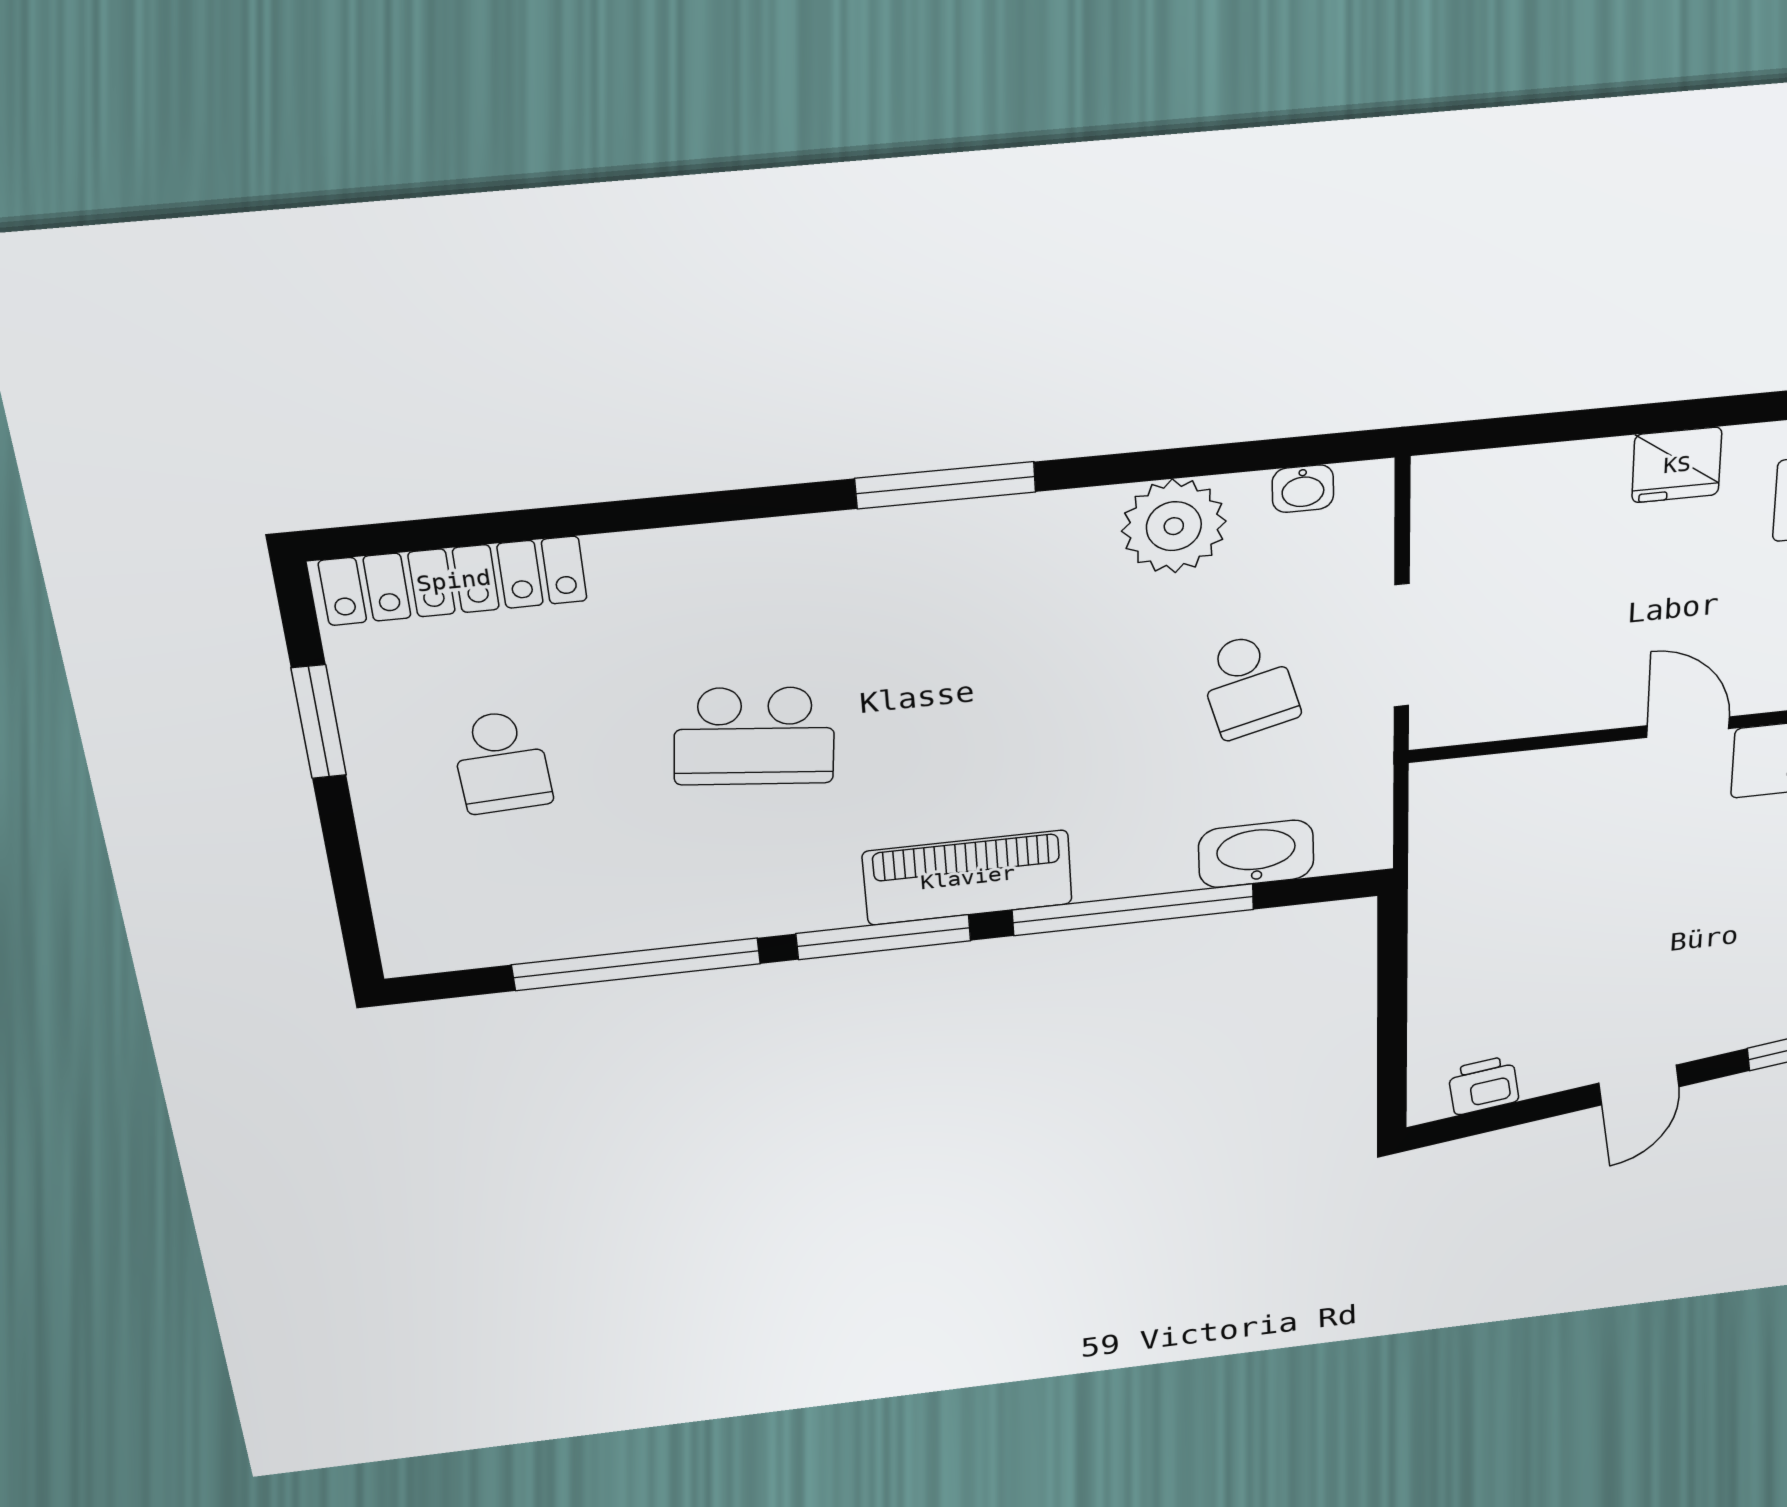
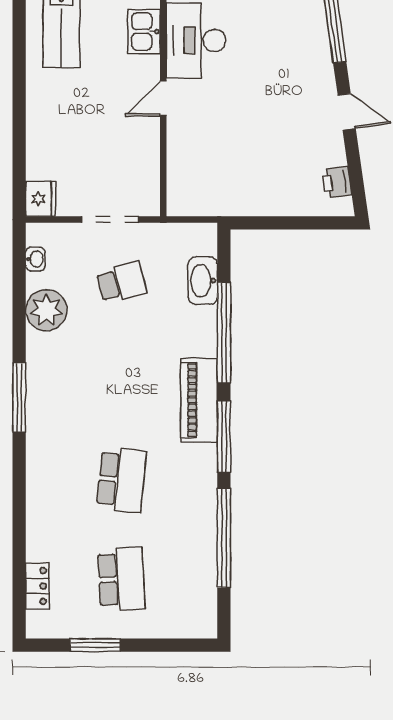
fridge: (1677, 465) -> (41, 199), moved
locker: (454, 581) -> (37, 586), width x0.46, depth x0.83
school desk: (501, 762) -> (122, 579), width x1.85

